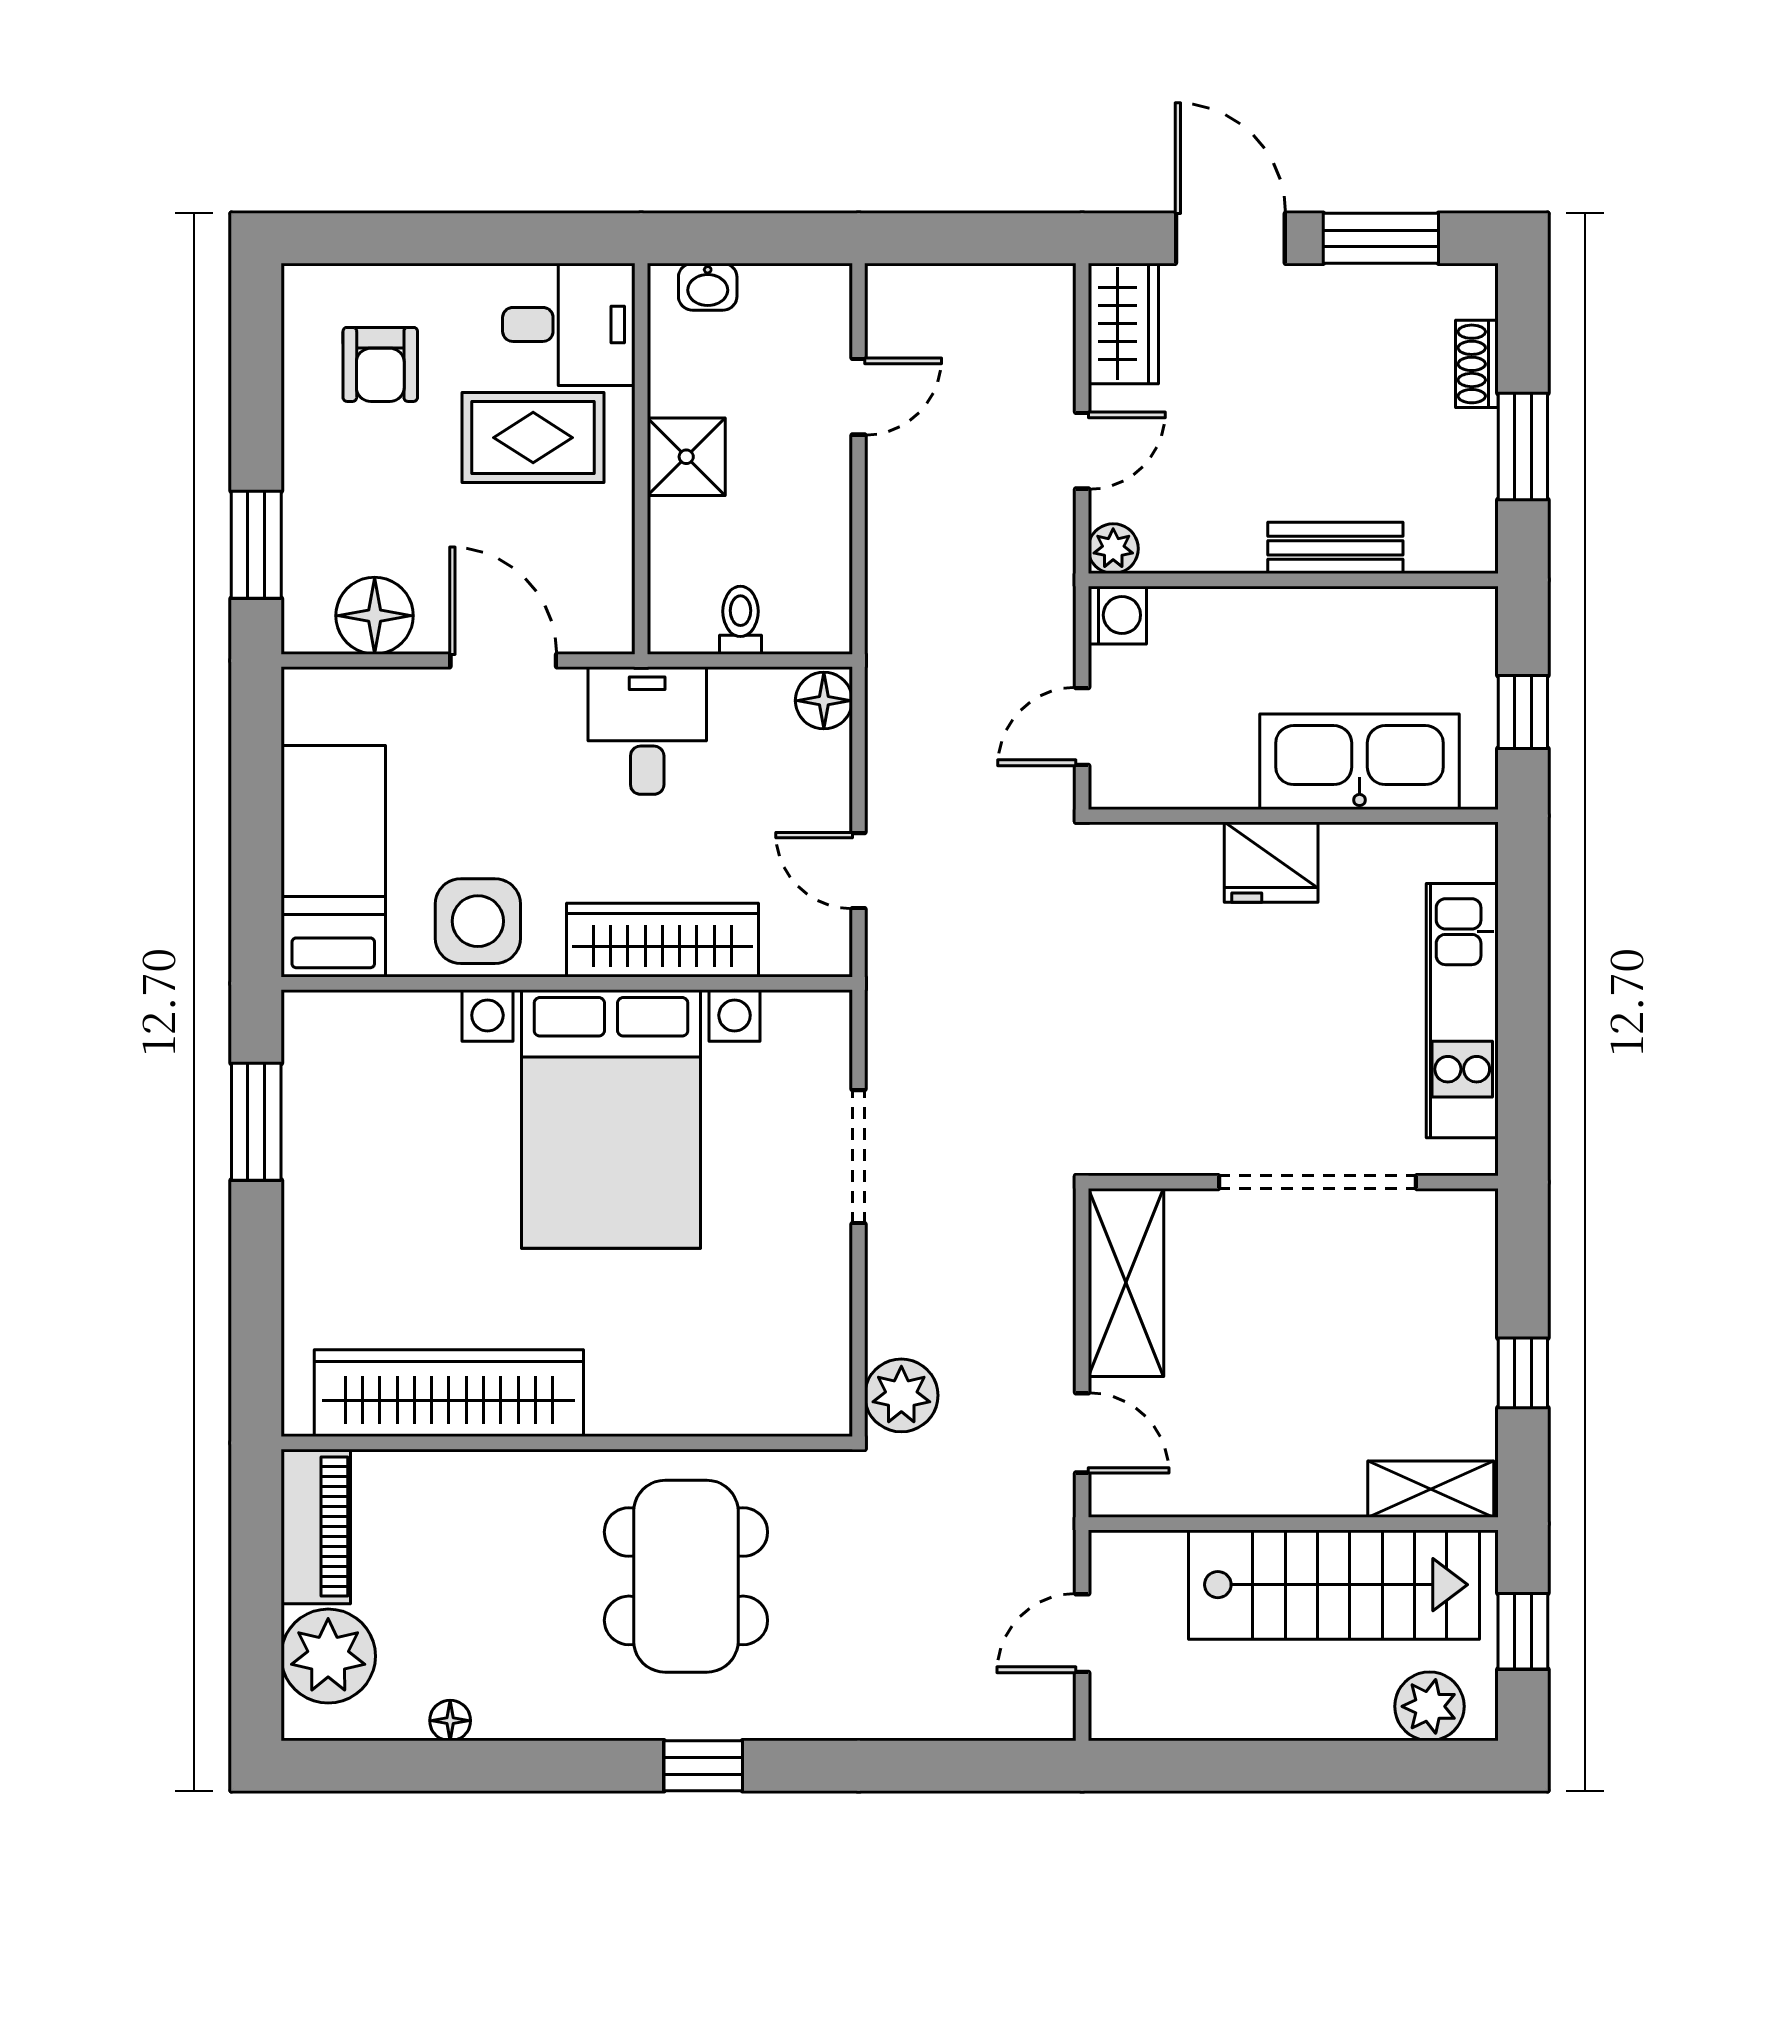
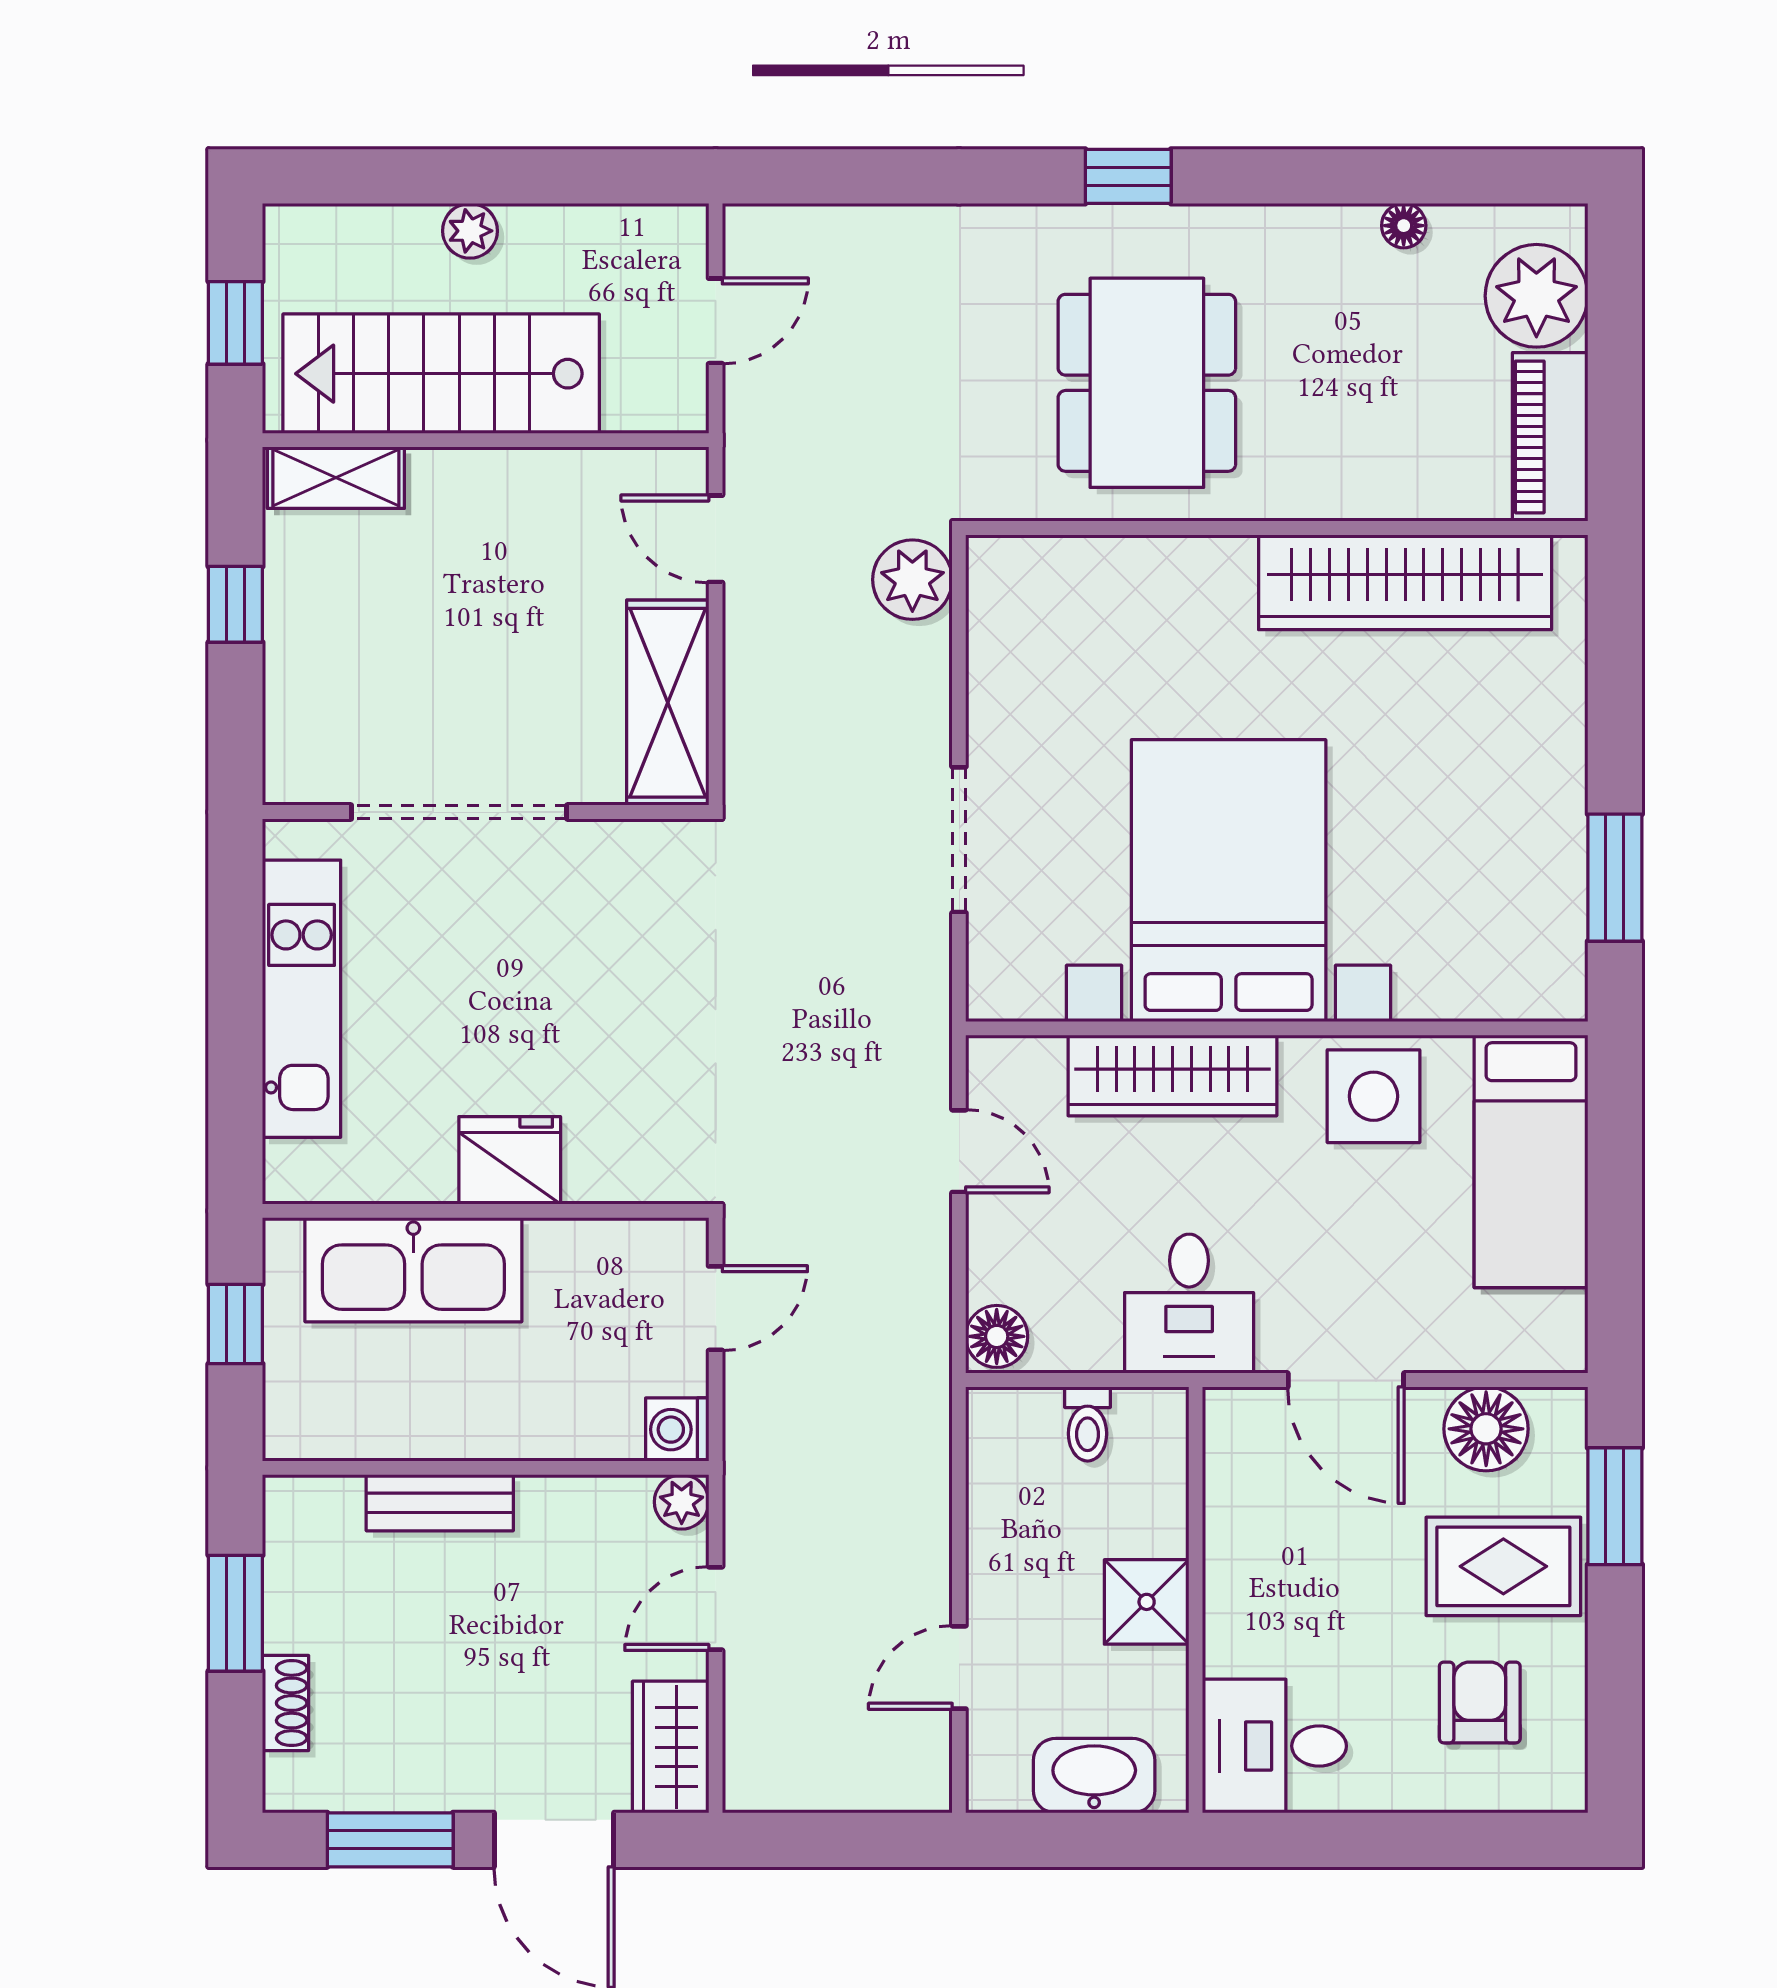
washbasin: (708, 287) -> (1094, 1776), width x1.91, depth x1.45
rug: (533, 438) -> (1503, 1566), moved
plant: (1429, 1706) -> (470, 231), moved, width x0.73, depth x0.73

